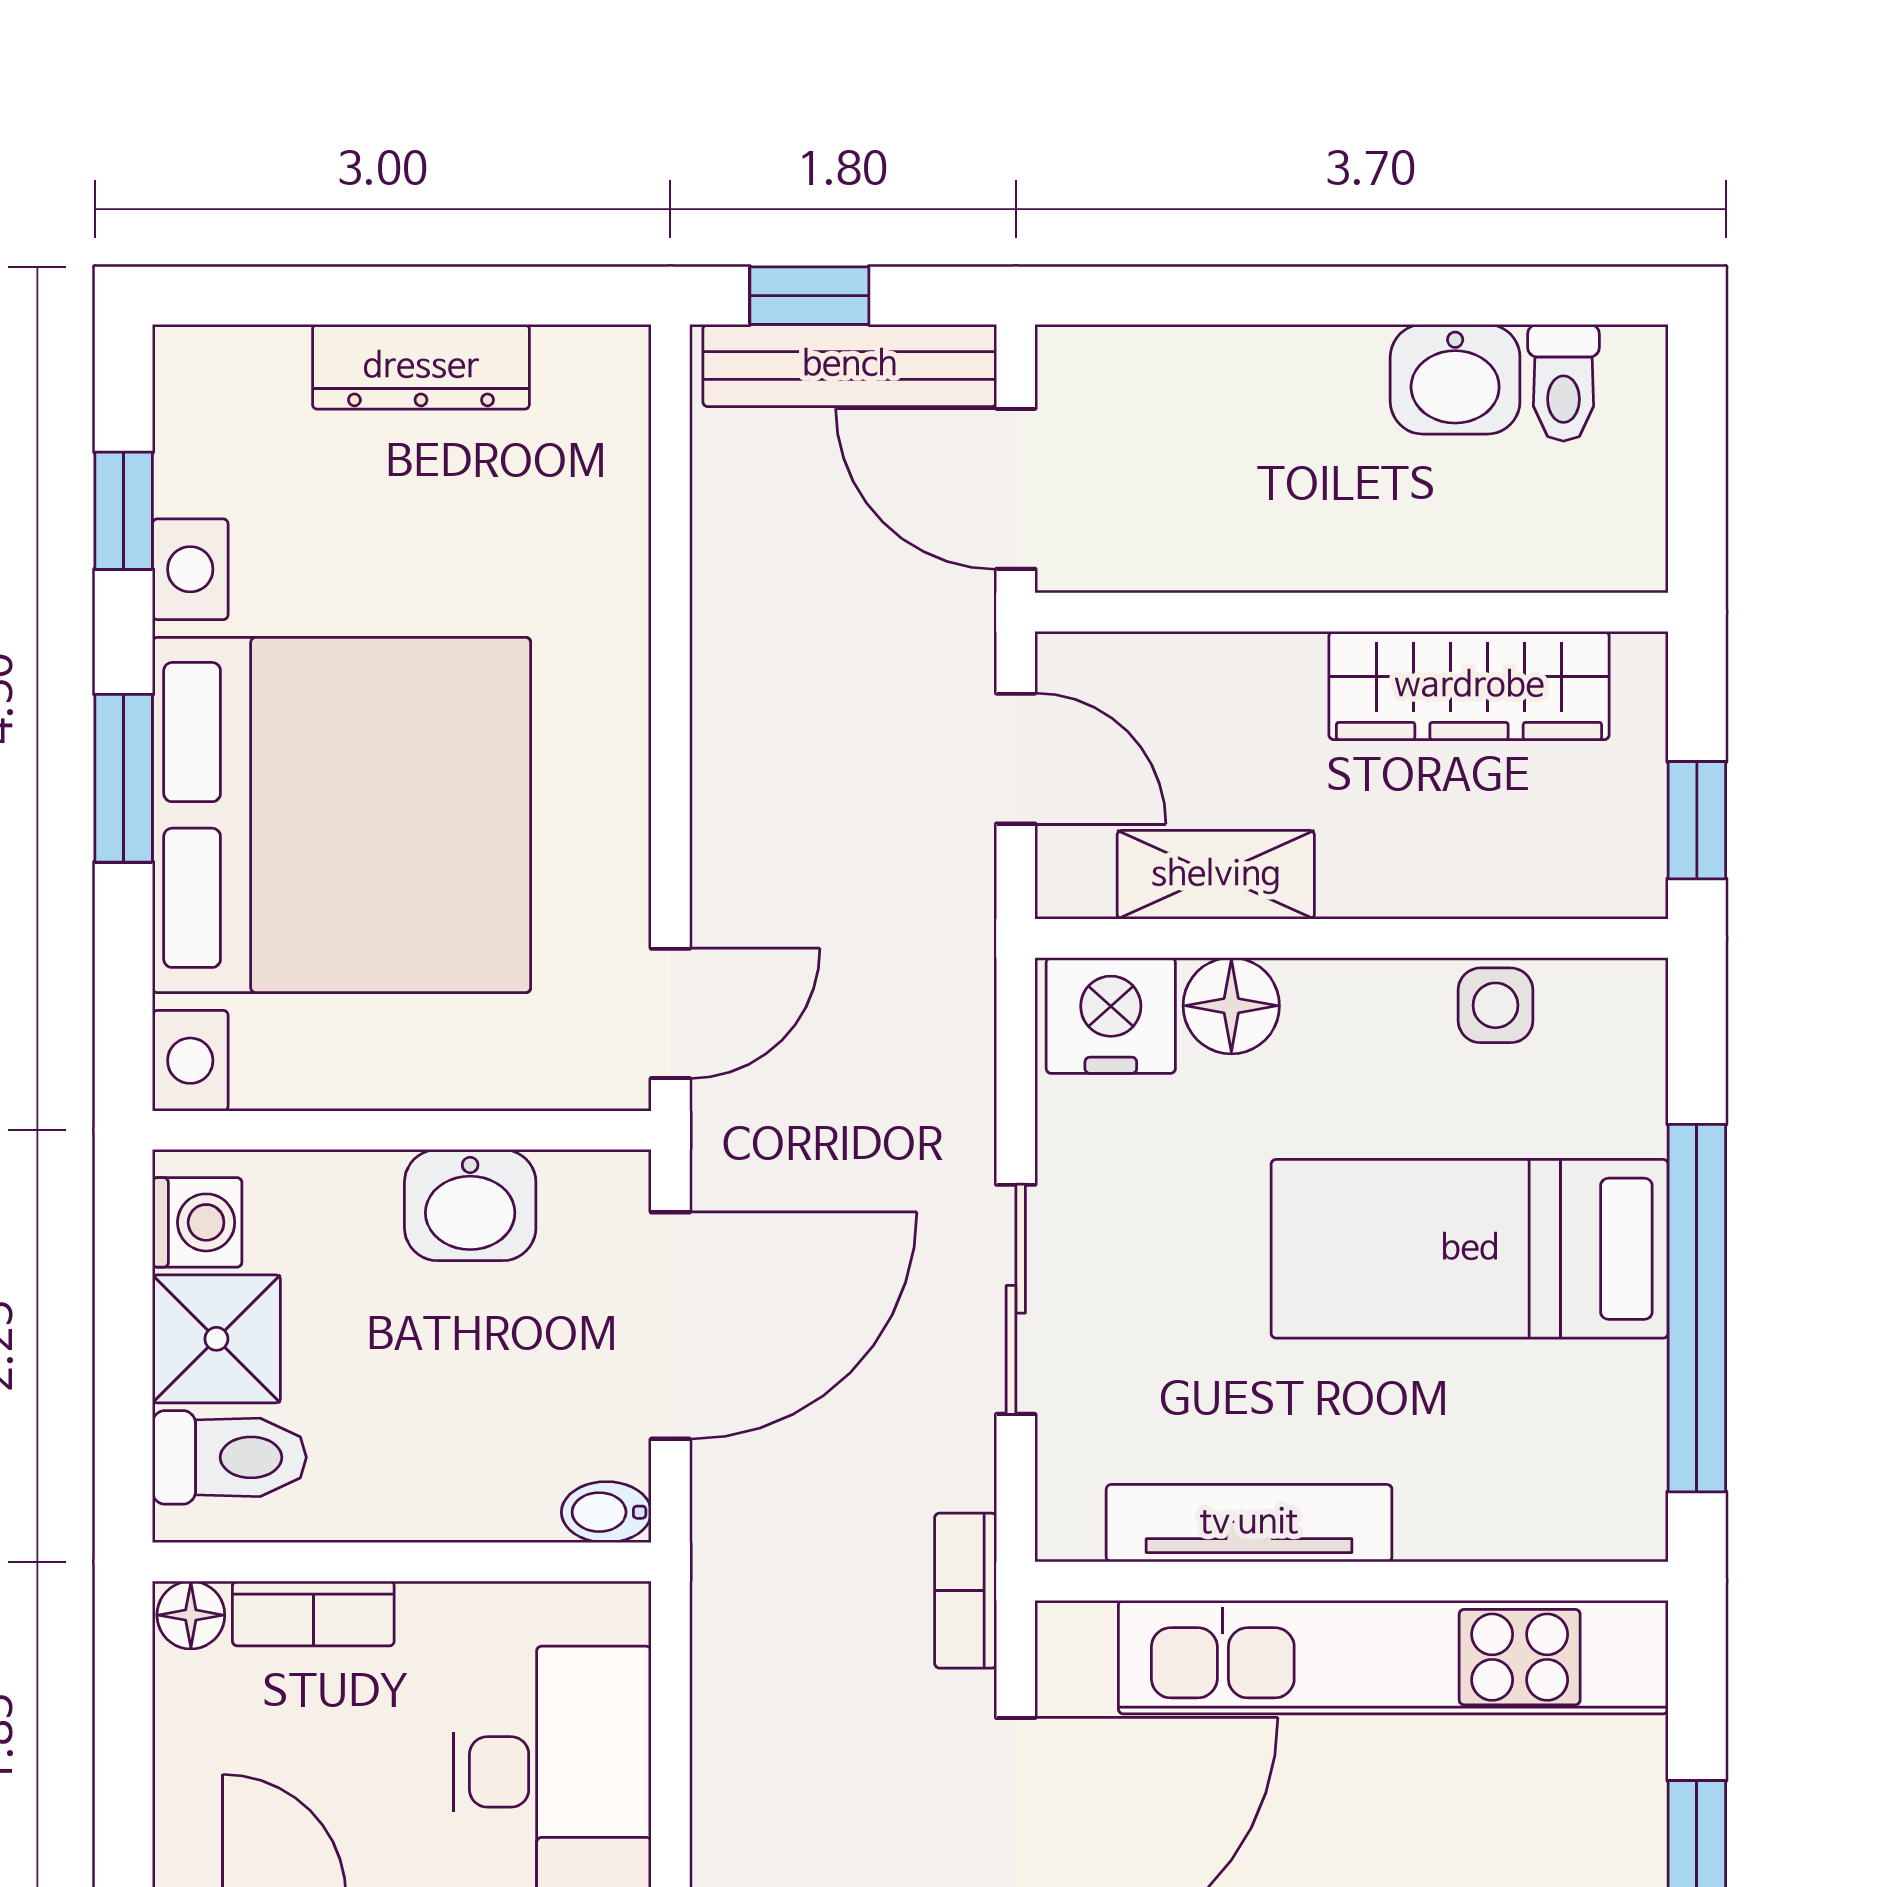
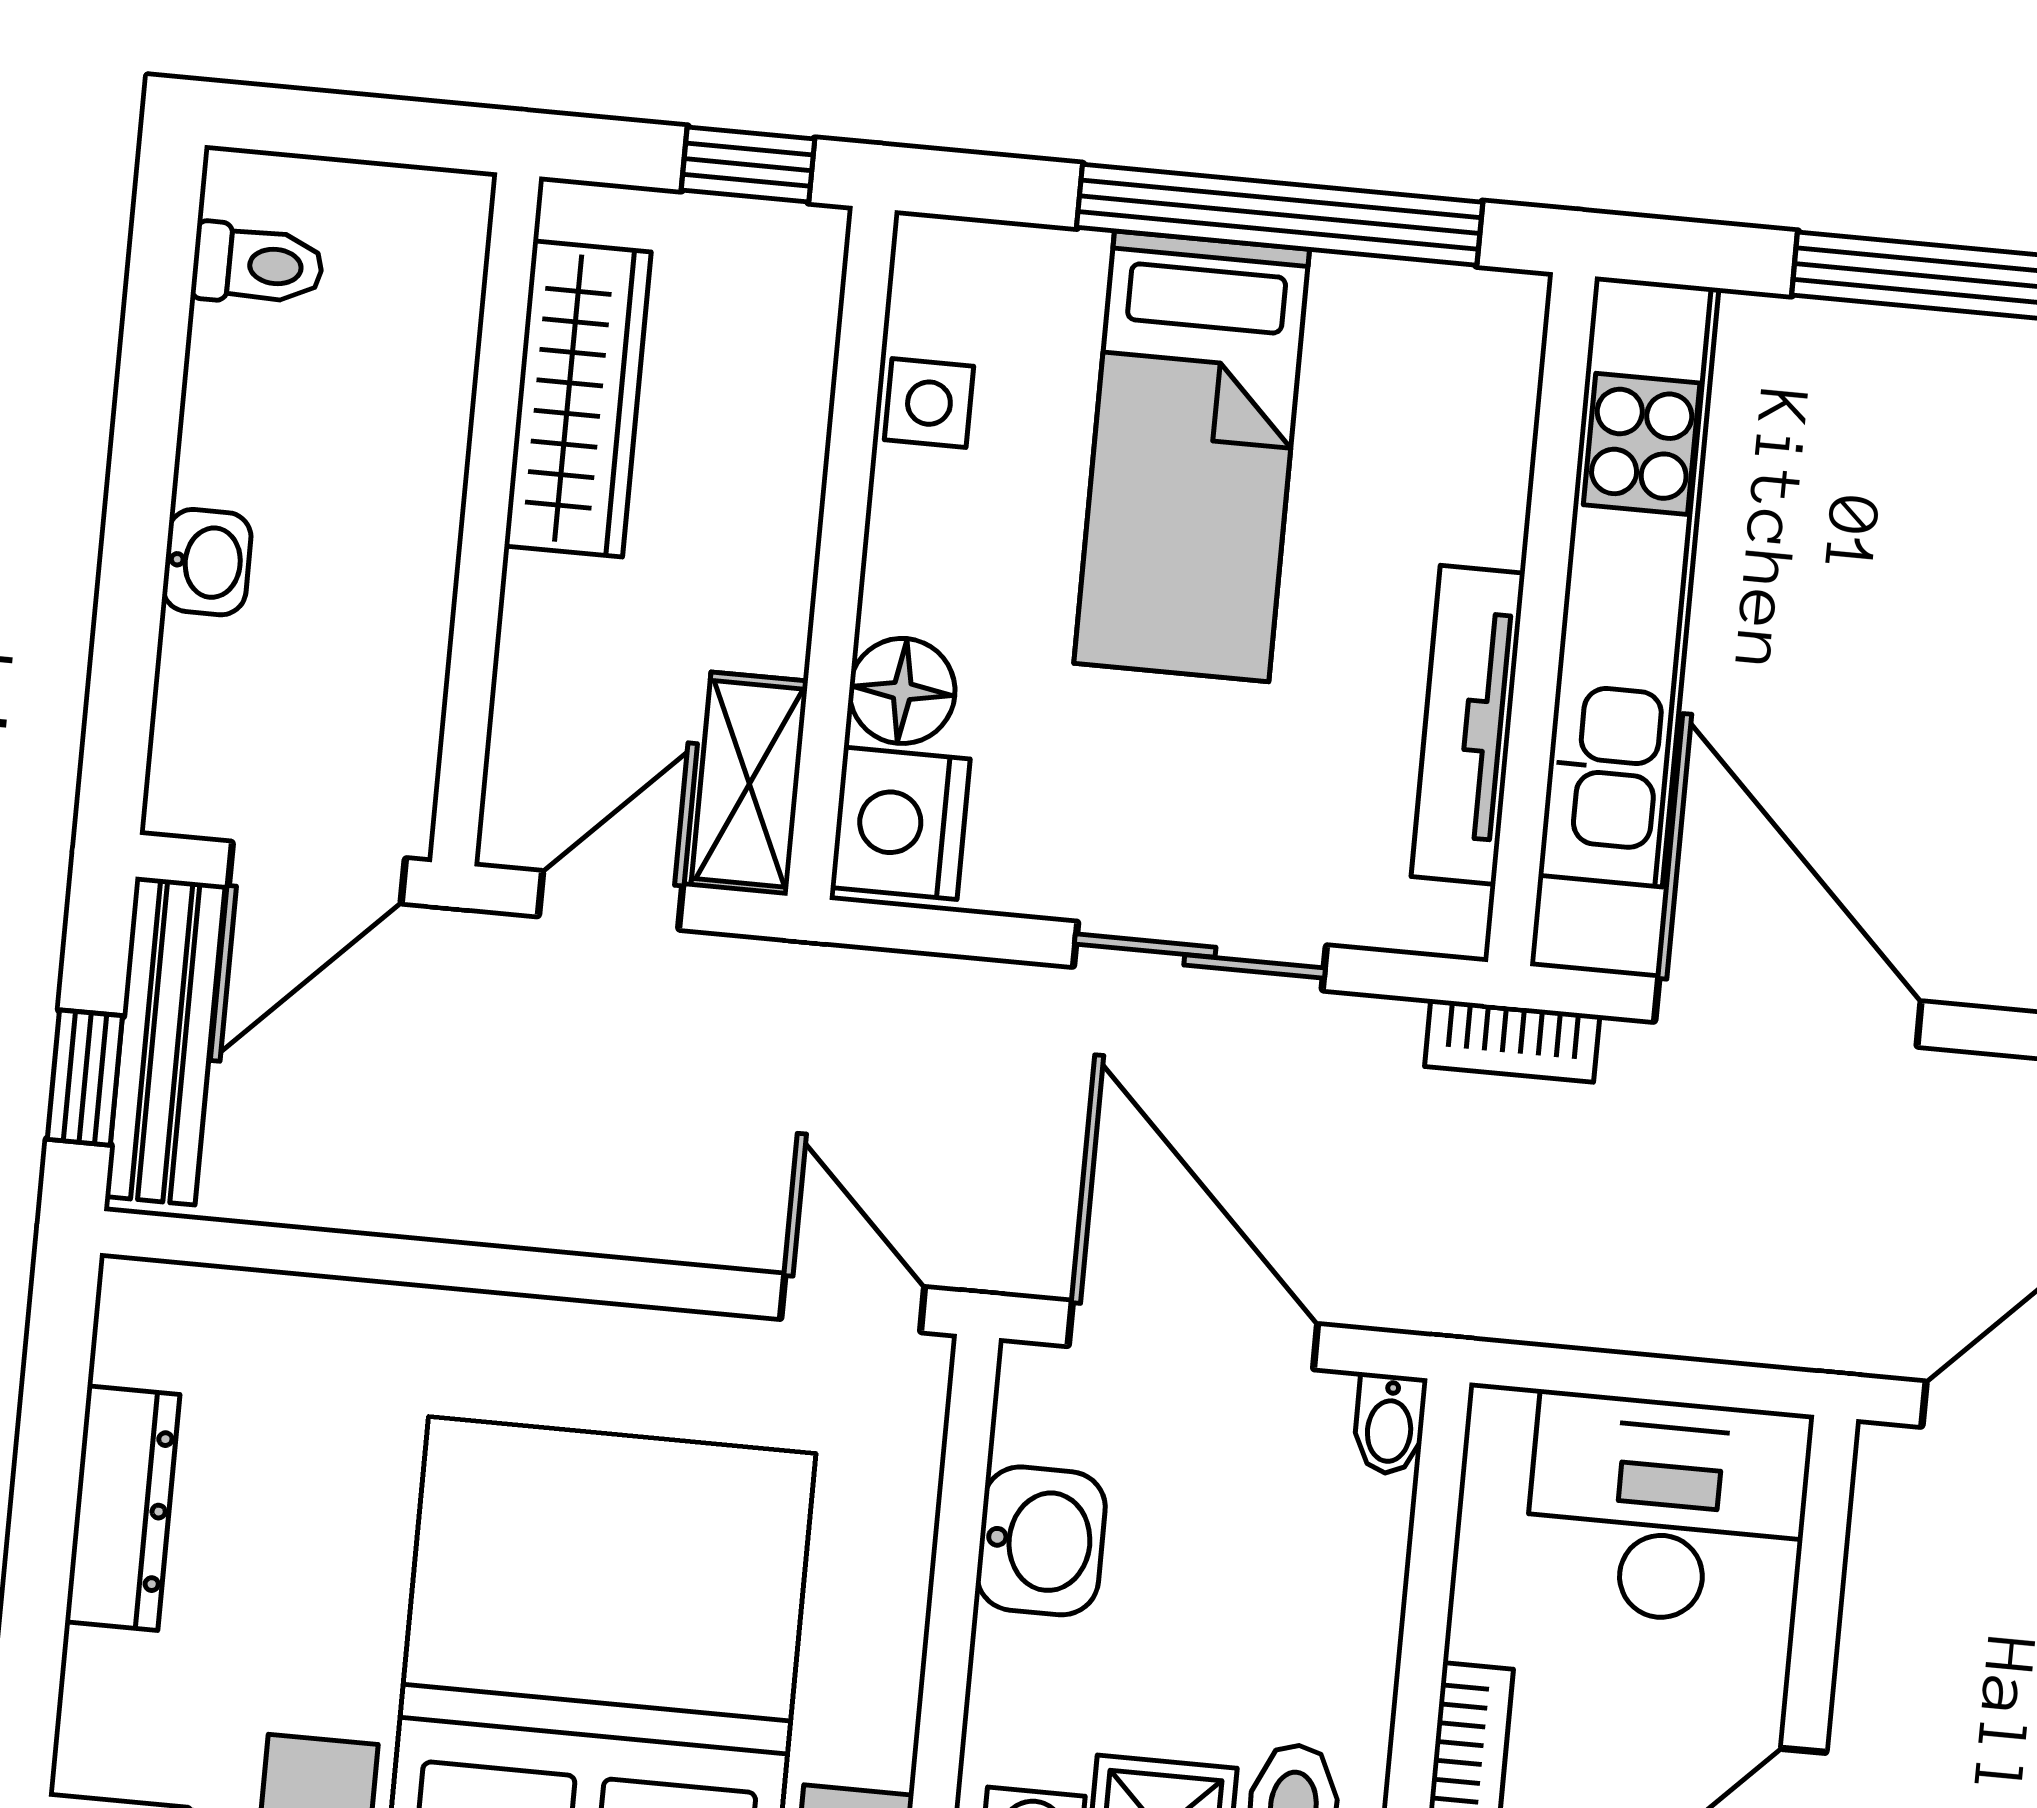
washbasin: (1455, 379) -> (207, 562), moved, width x0.72, depth x0.69
shelving: (1216, 875) -> (749, 784), moved

